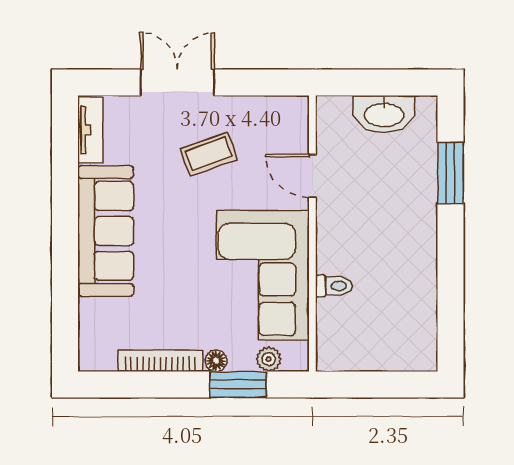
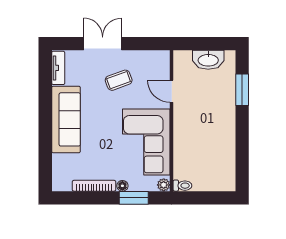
toilet: (334, 286) -> (182, 186), moved
plant: (269, 359) -> (164, 185), moved

